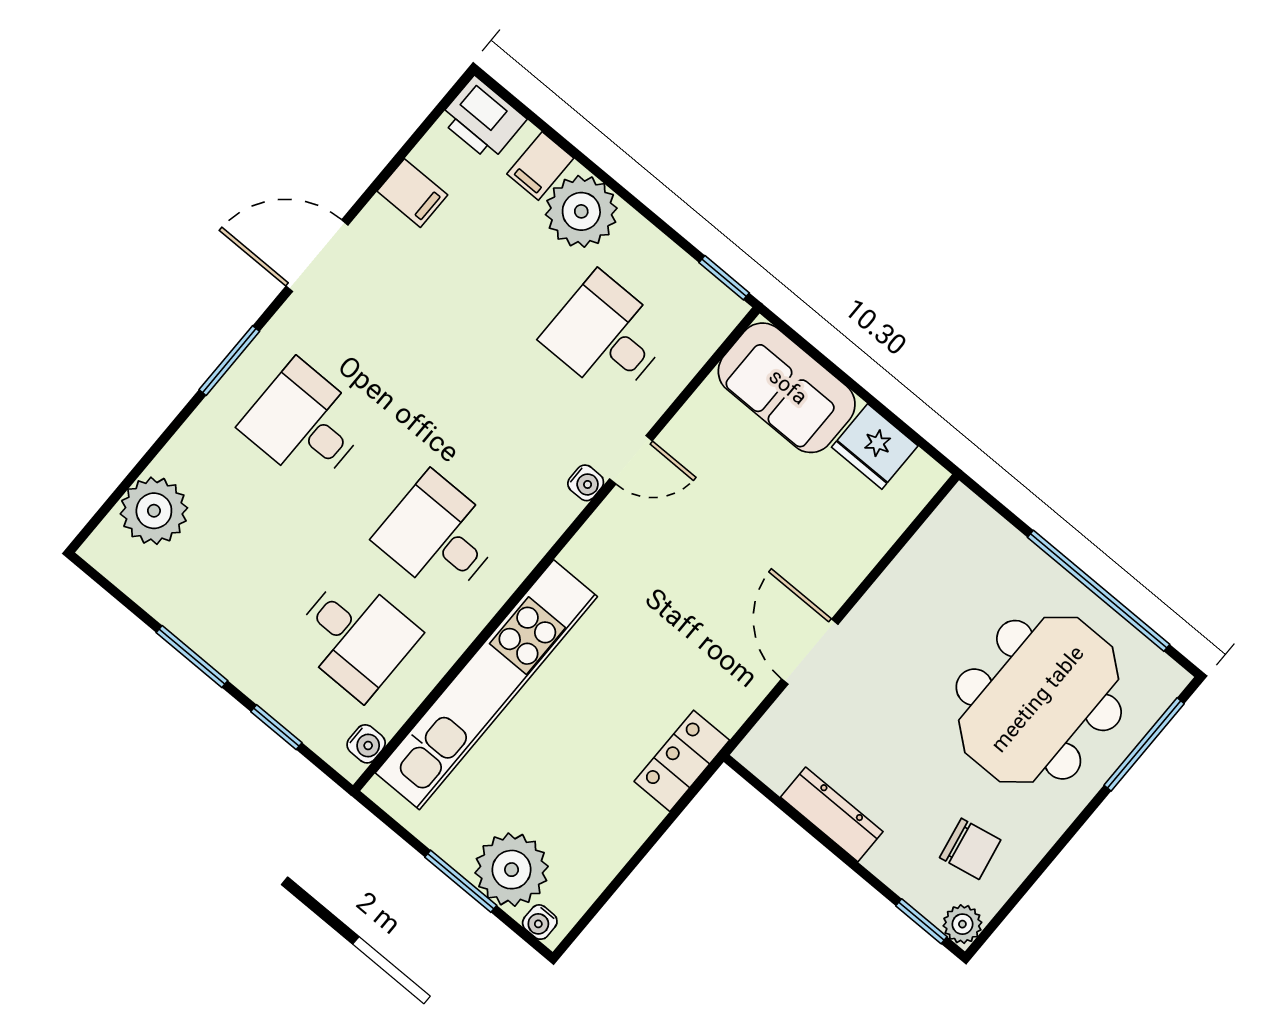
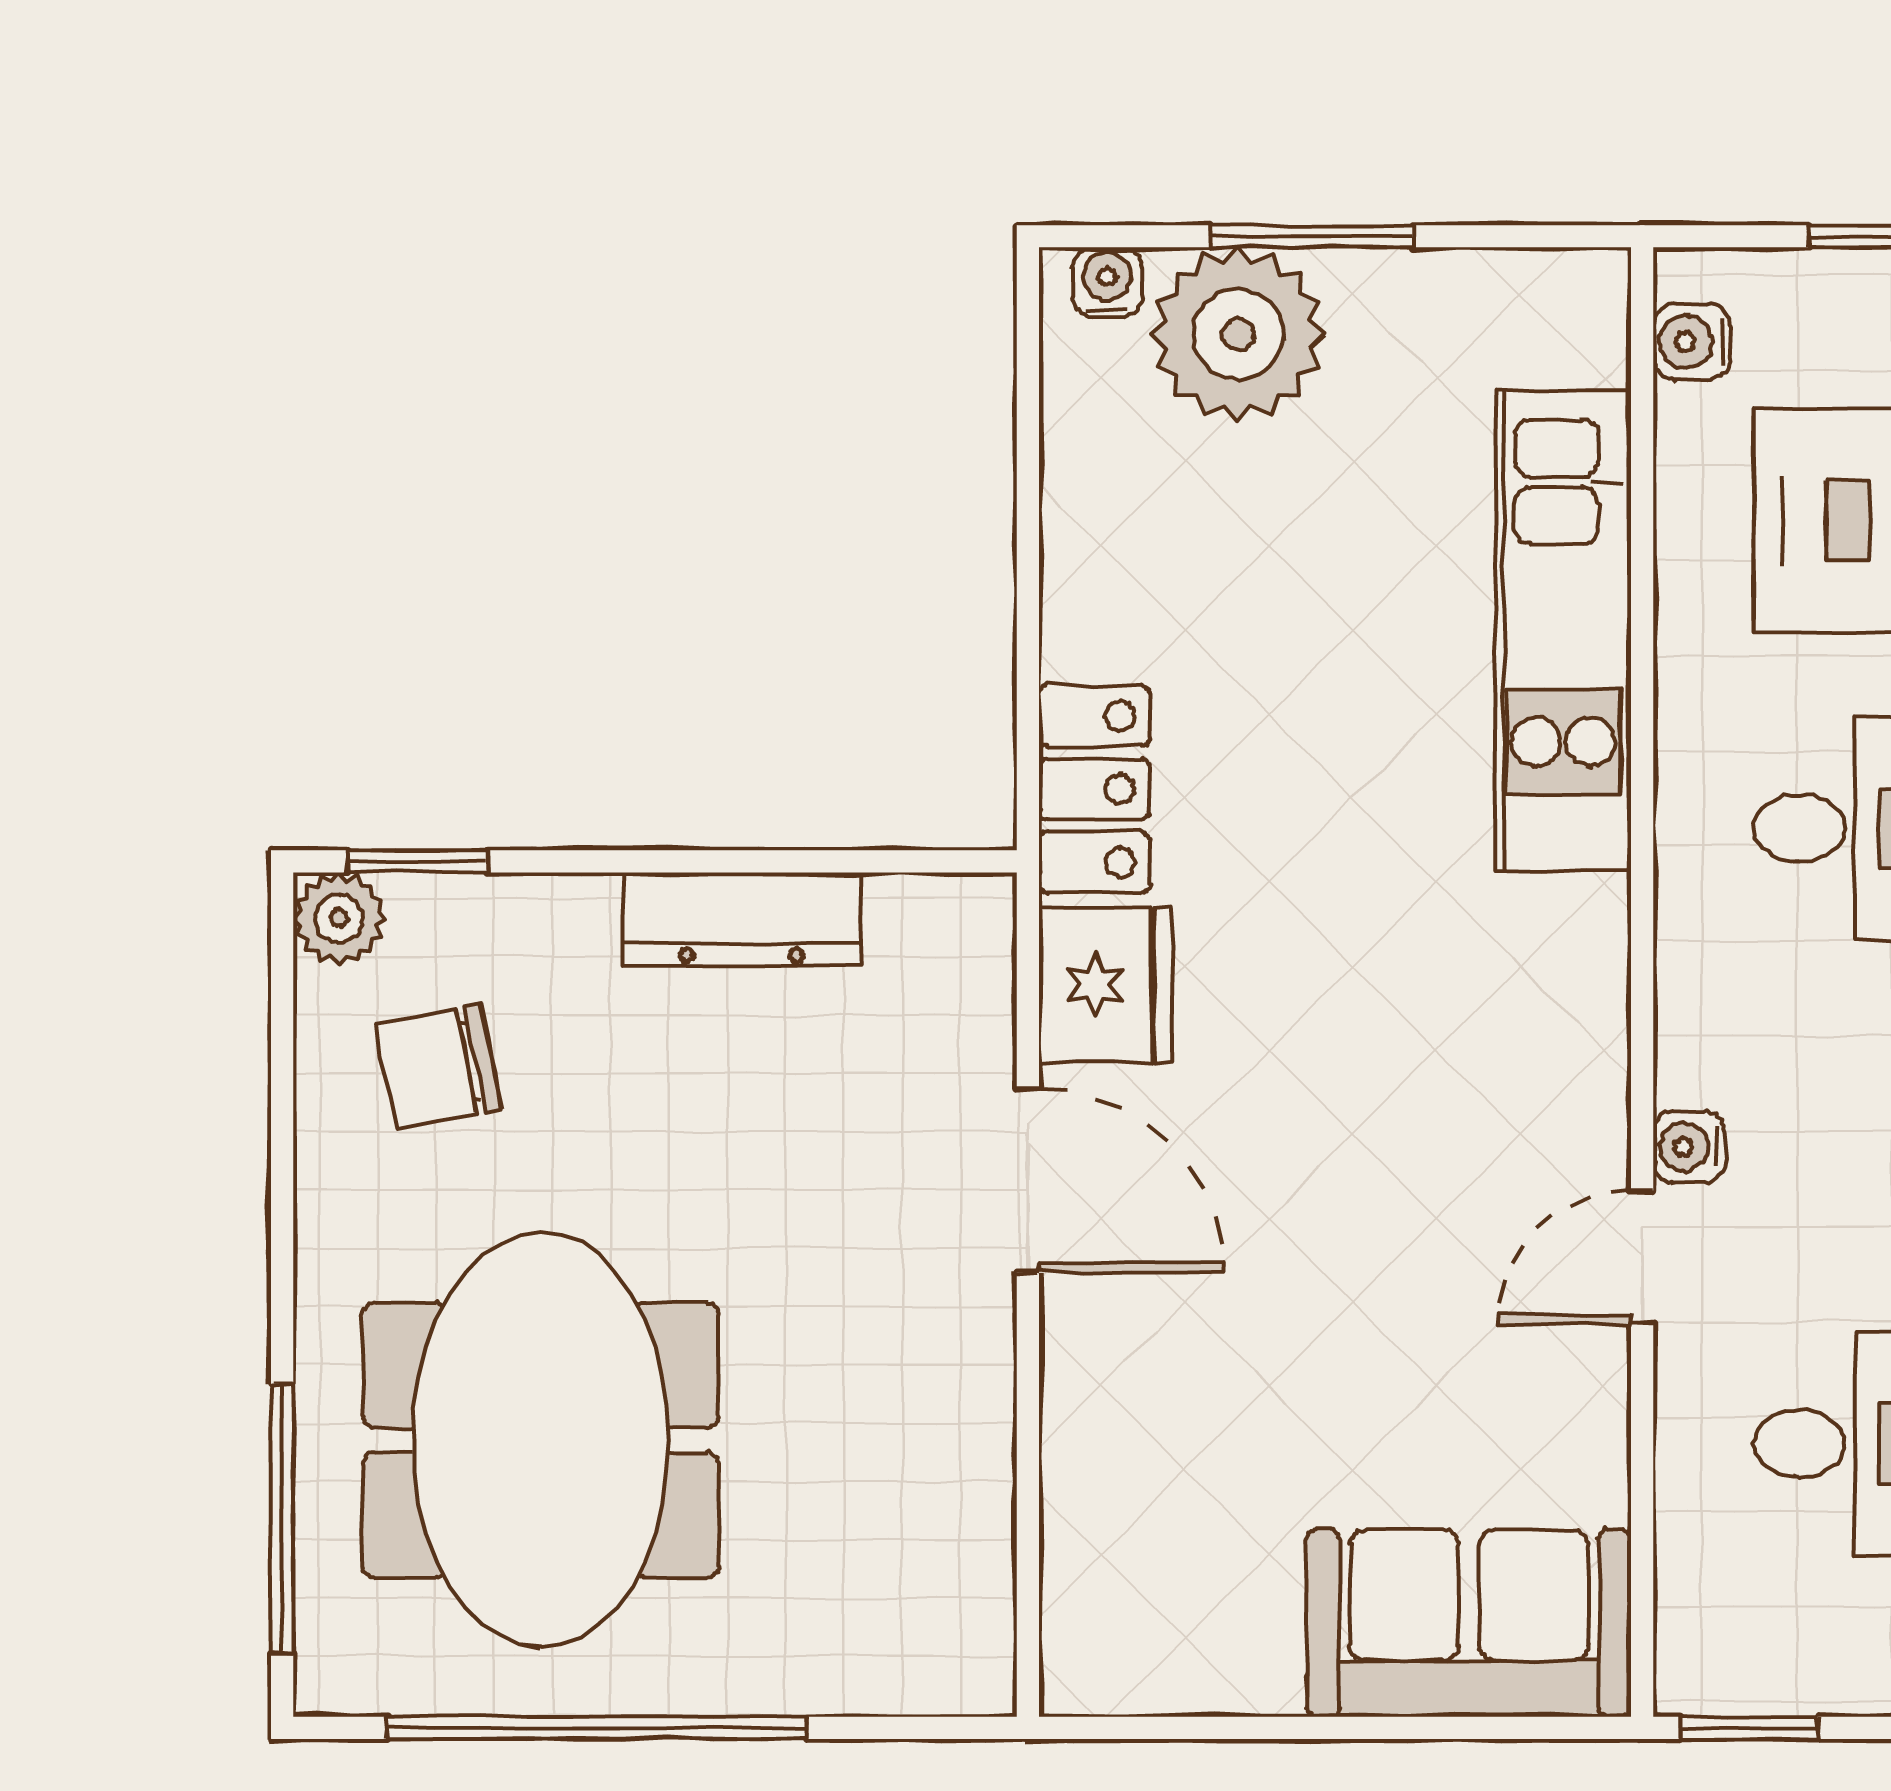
fridge: (875, 447) -> (1106, 985), moved, turned 90
kitchen unit: (486, 685) -> (1563, 631), width x0.73

